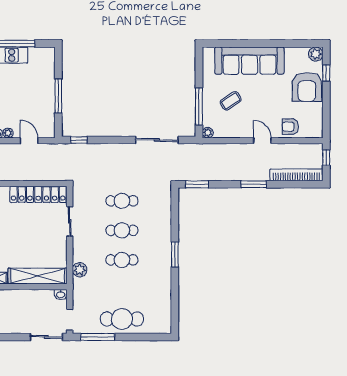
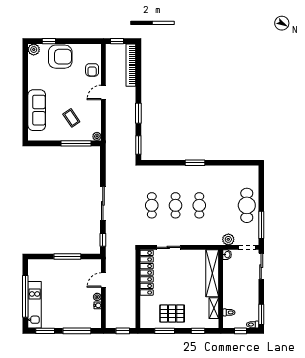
sofa: (249, 61) -> (37, 110), width x0.74, depth x0.79
sliding door: (157, 140) -> (103, 203), moved
window: (254, 184) -> (138, 113), moved
plant: (80, 270) -> (228, 239), moved

